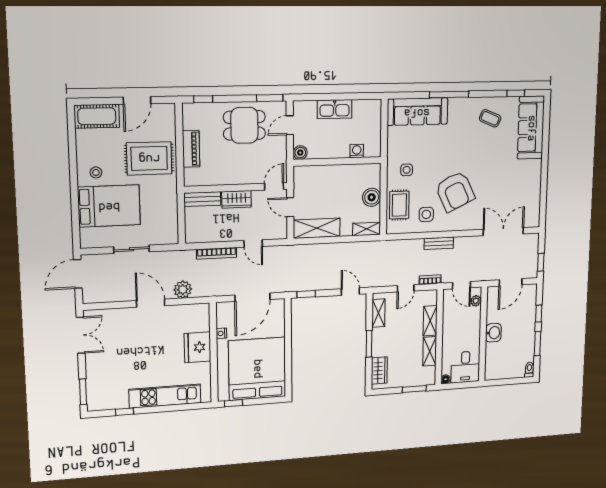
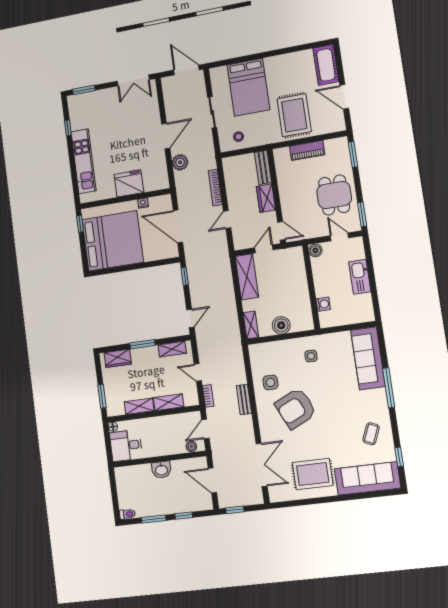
window: (203, 99) -> (353, 154), width x1.50
stool: (96, 172) -> (239, 137), moved
rug: (399, 205) -> (313, 474), moved, width x1.36, depth x1.43

